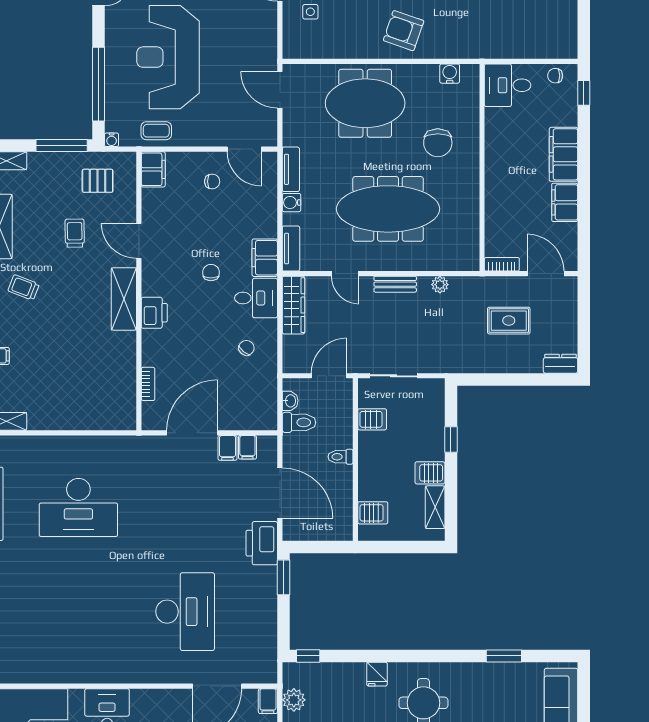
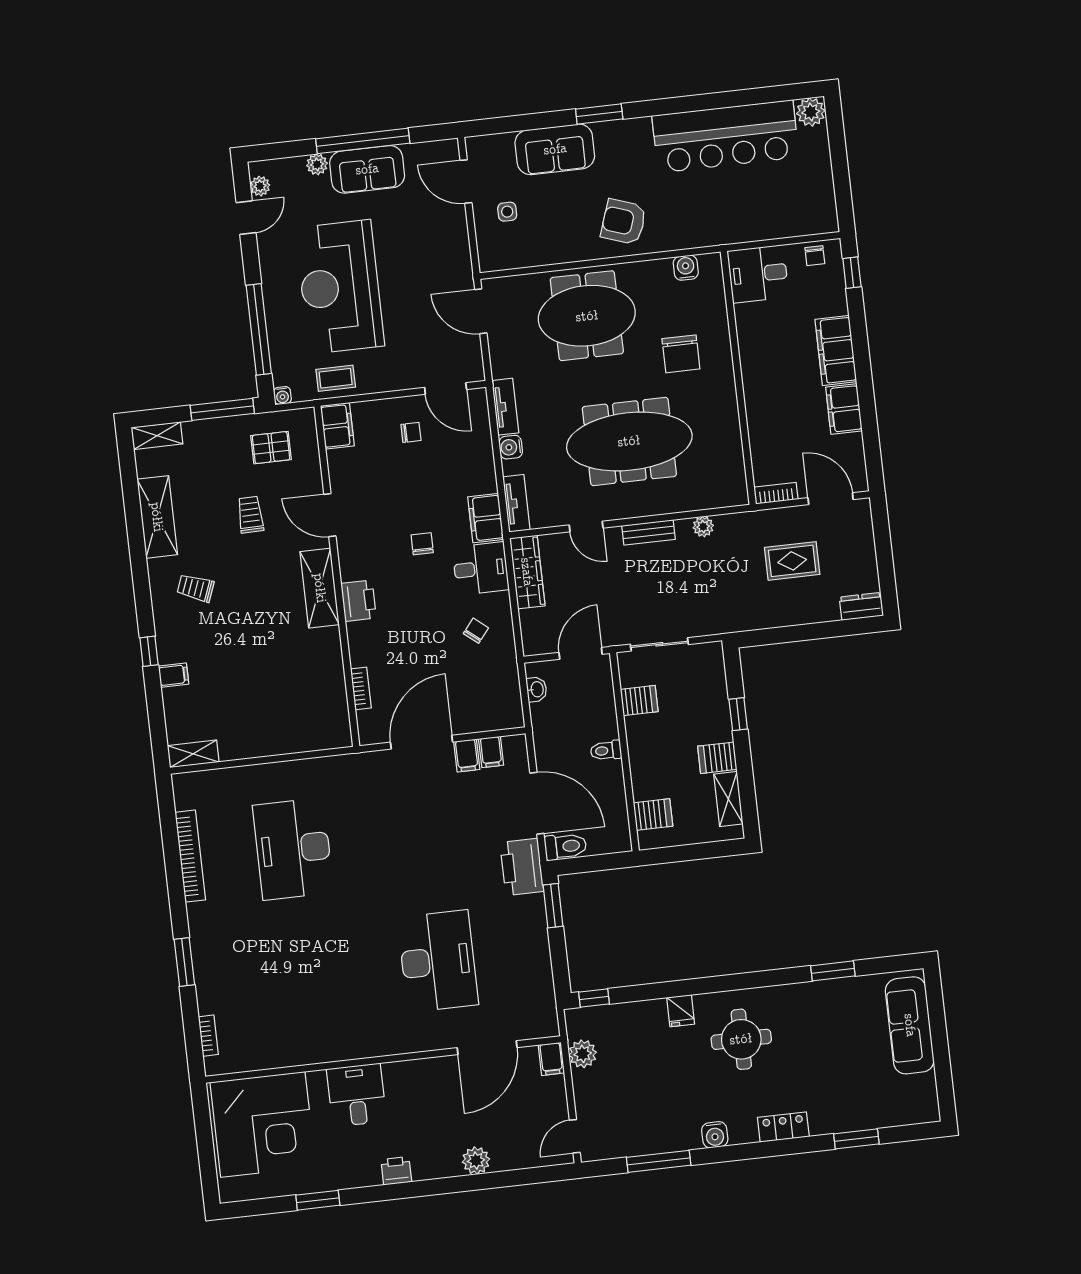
chair: (555, 76) -> (815, 256), turned -90
toilet: (299, 422) -> (565, 846), moved
desk: (78, 507) -> (293, 849), turned 90

